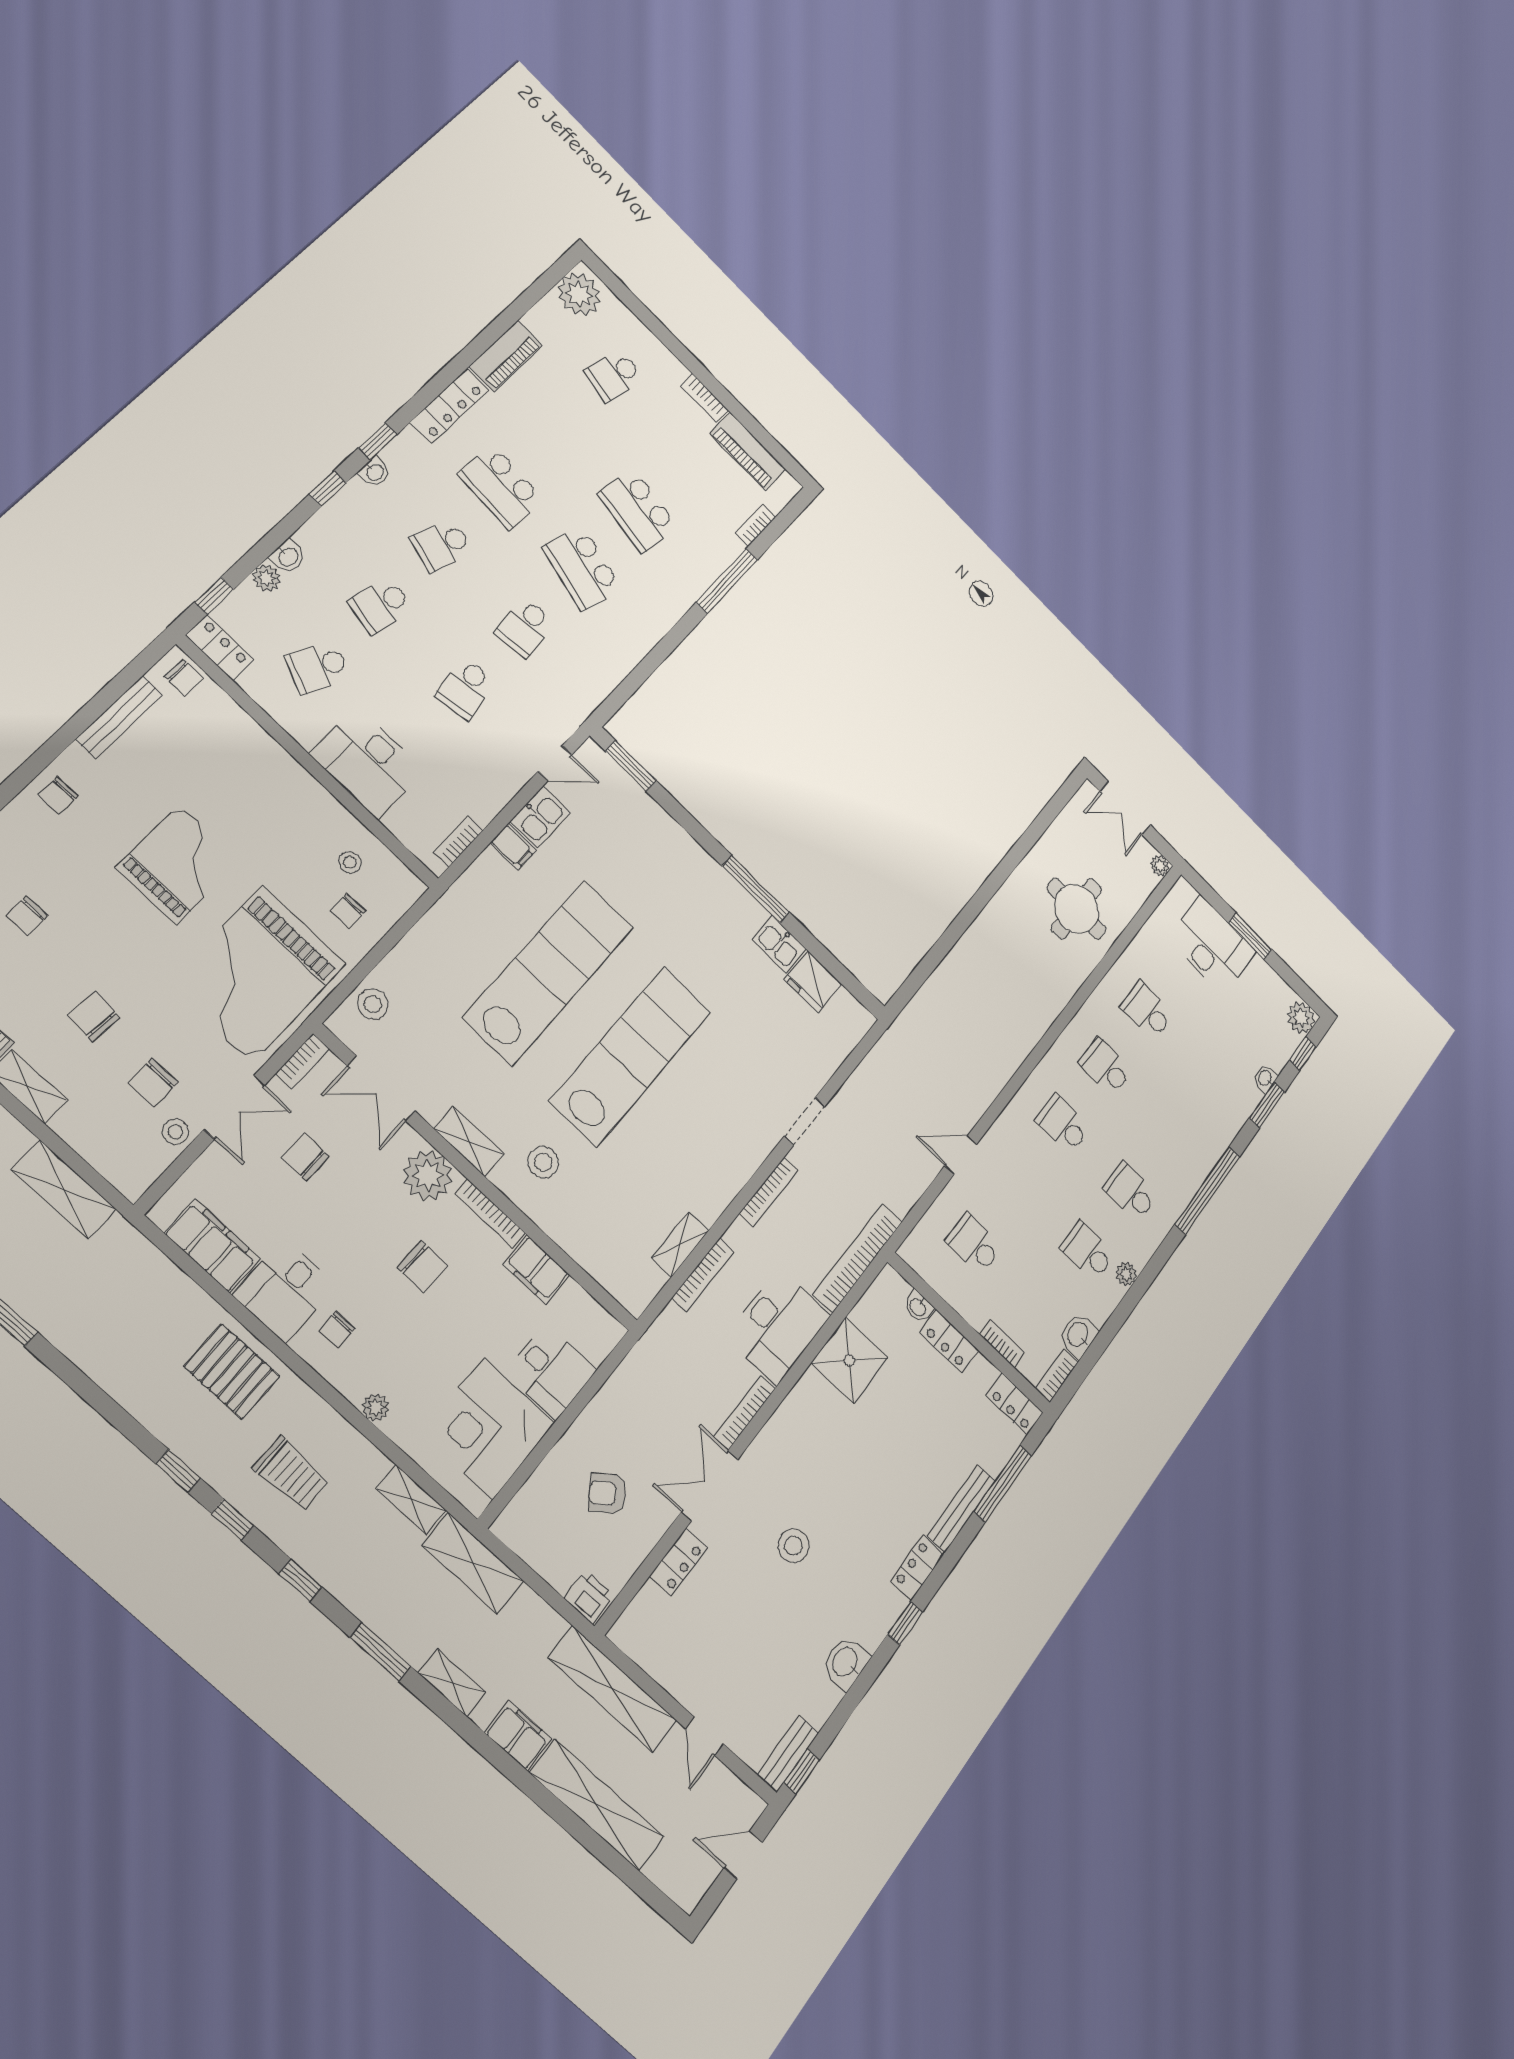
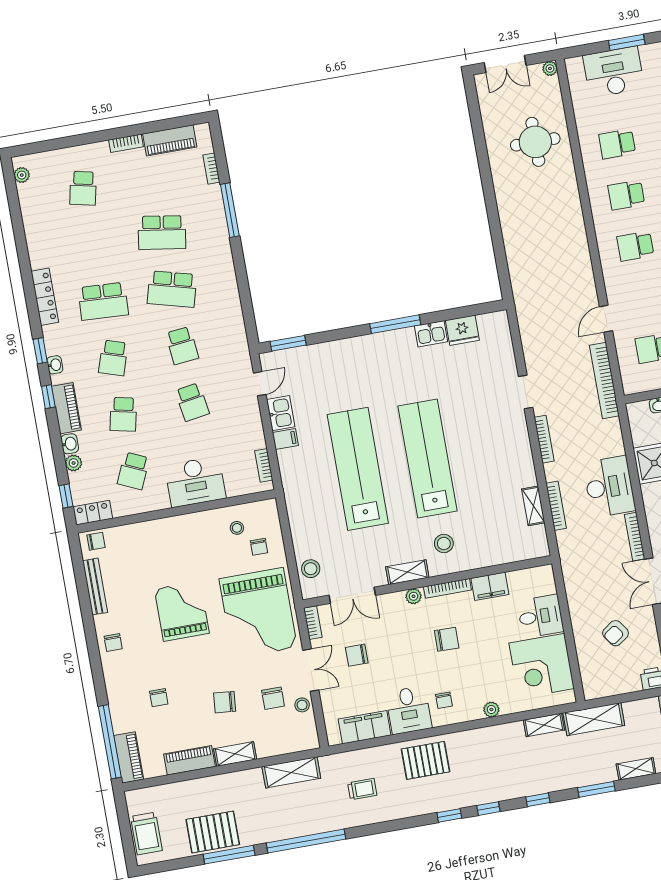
plant: (579, 294) -> (22, 175), width x0.53, depth x0.53
piano: (506, 356) -> (66, 408), moved
plant: (428, 1175) -> (413, 596), width x0.53, depth x0.53
bookcase: (858, 1258) -> (604, 381), moved
trolley: (291, 1474) -> (362, 789), moved, width x0.73, depth x0.72

